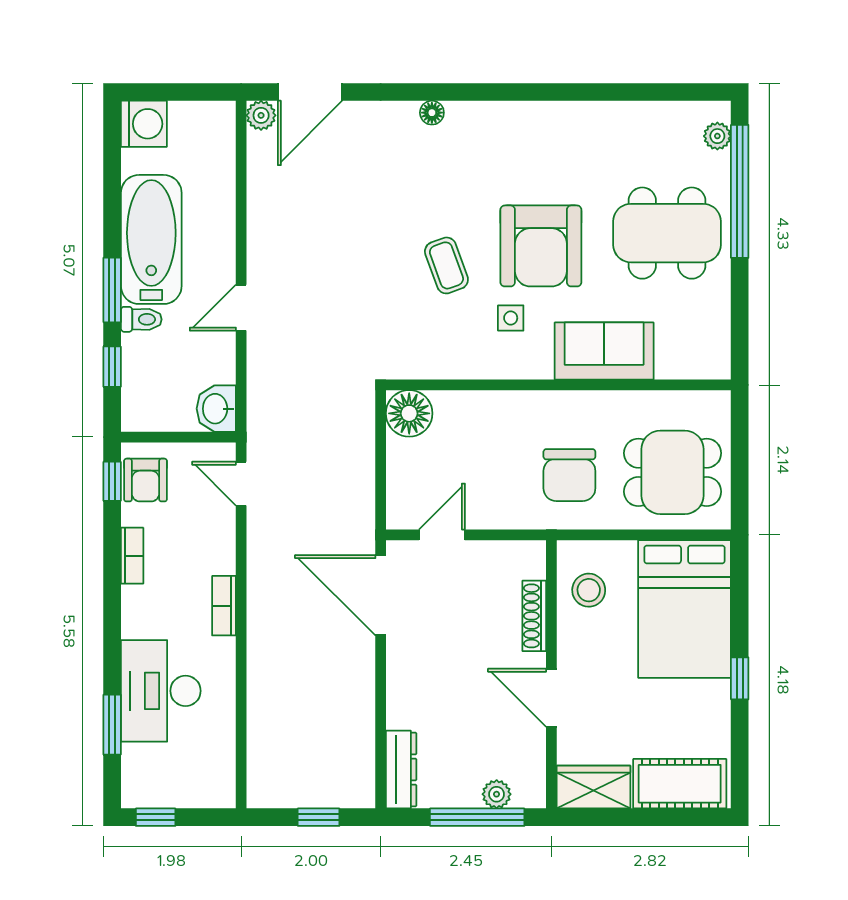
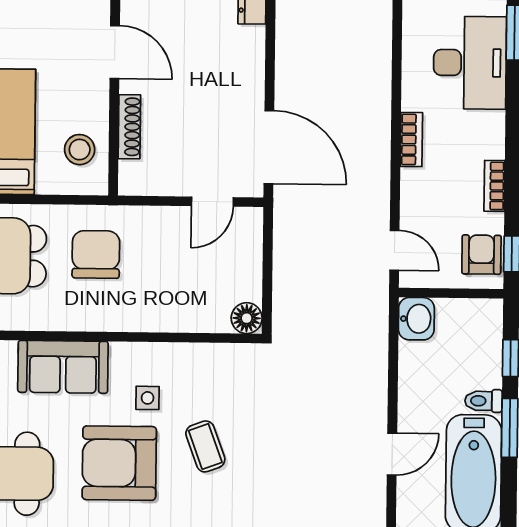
armchair: (541, 246) -> (119, 463), turned -90
door: (241, 308) -> (392, 454), moved
floor lamp: (409, 413) -> (247, 318), width x0.73, depth x0.73

